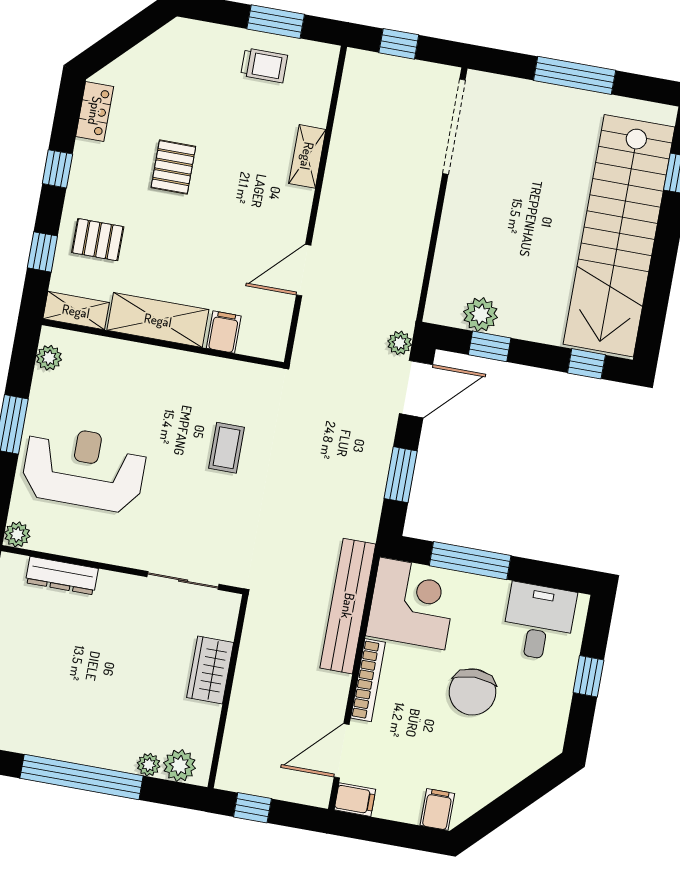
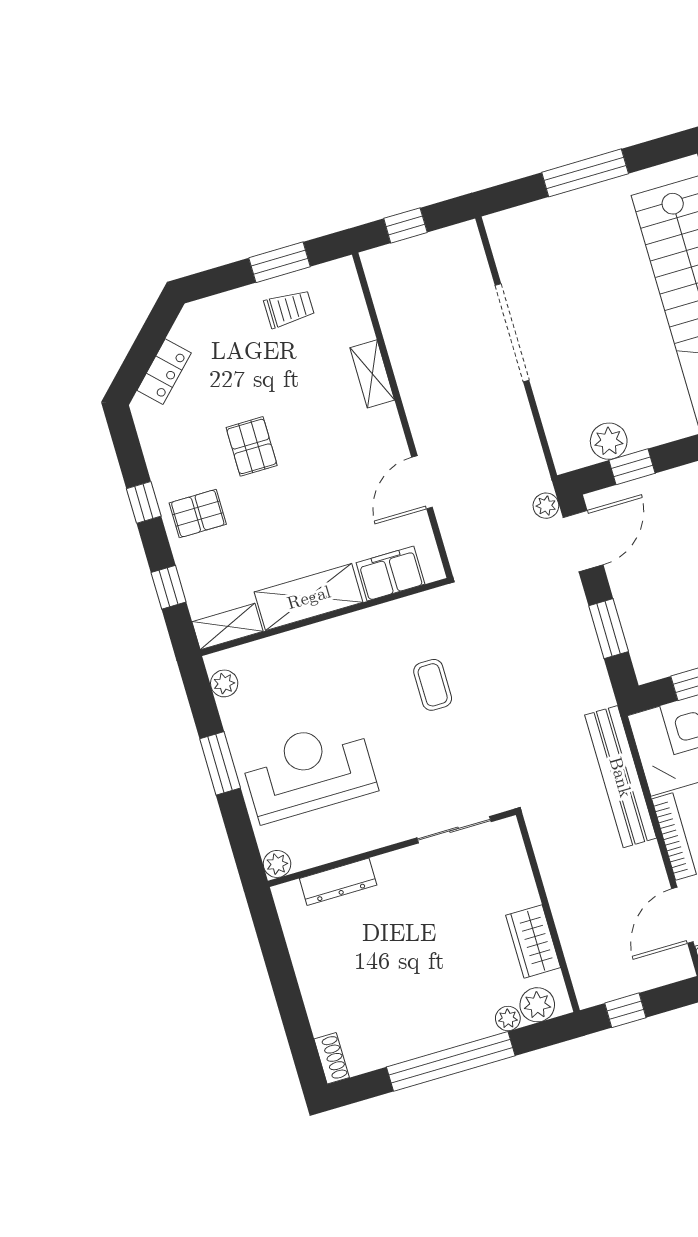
locker: (95, 111) -> (164, 372), moved, turned 45
doorway: (454, 127) -> (512, 333), moved
pallet: (98, 240) -> (198, 514), moved
filing cabinet: (224, 332) -> (390, 573), width x2.00
wardrobe: (210, 670) -> (533, 941), moved

